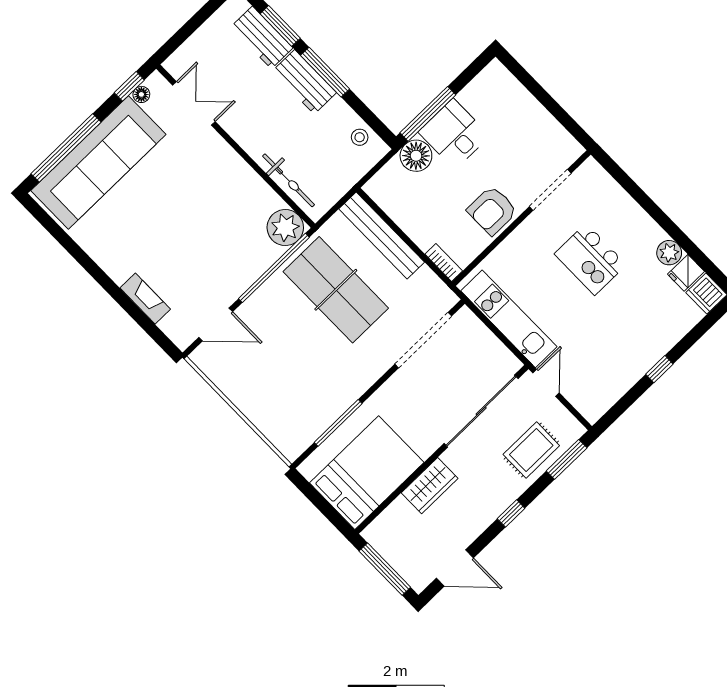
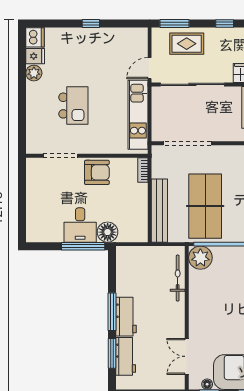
stool: (360, 137) -> (125, 266), removed

